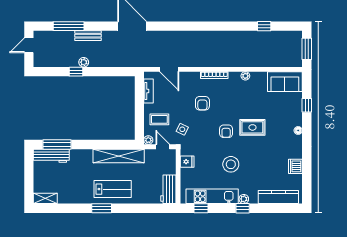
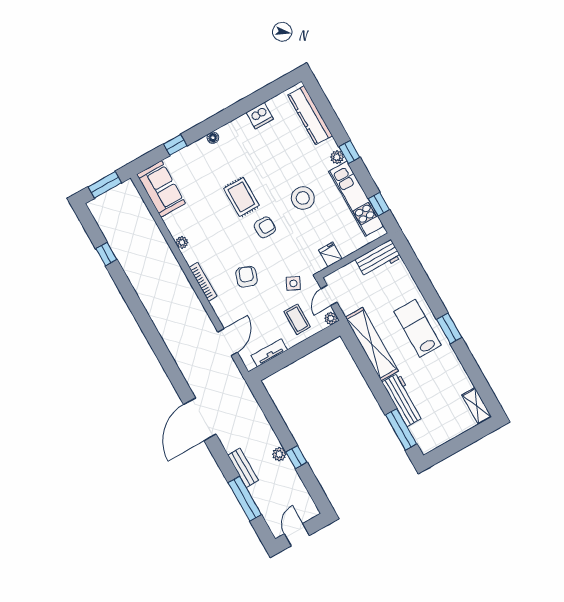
door: (29, 45) -> (297, 535), swing flipped
armchair: (202, 103) -> (247, 277), turned -71
workbench: (51, 156) -> (403, 400), moved

